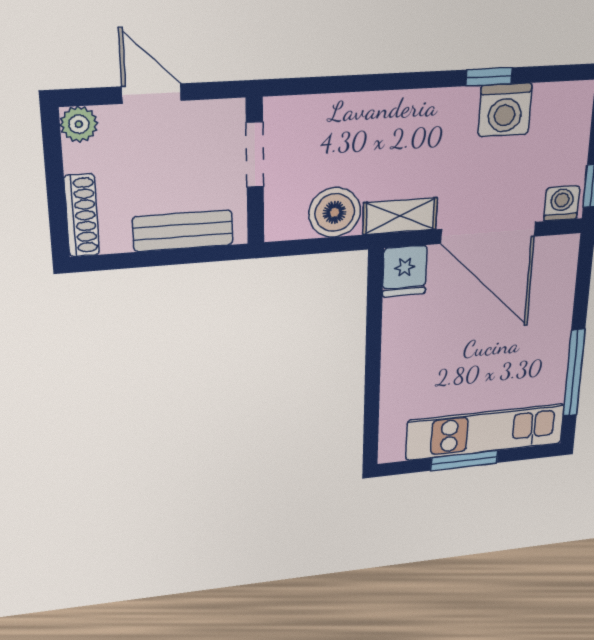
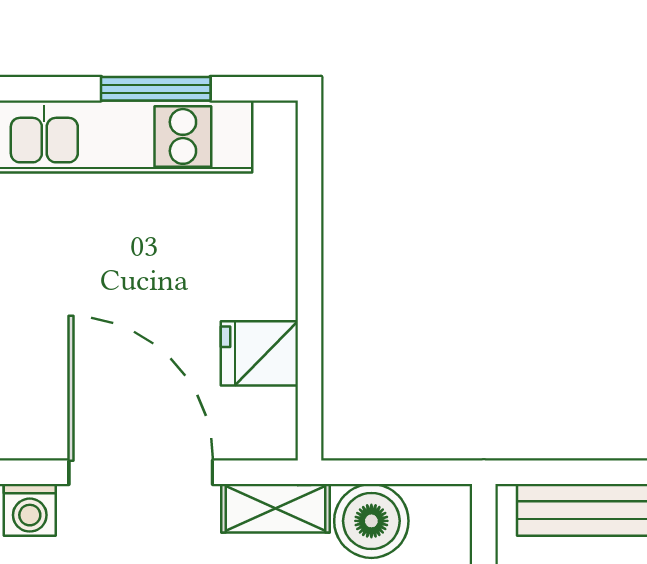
fridge: (405, 271) -> (259, 353), moved, turned -90

